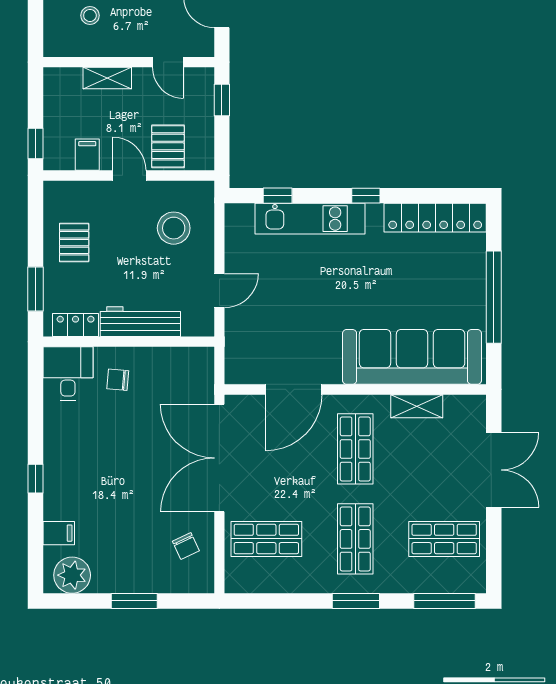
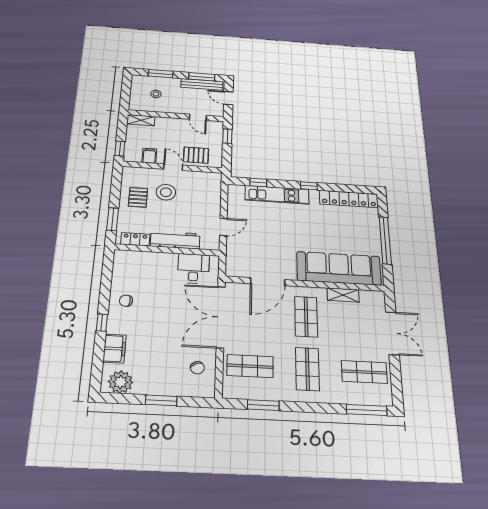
shelving: (107, 78) -> (141, 120), moved
pallet: (168, 146) -> (196, 155), turned 90
stool: (174, 228) -> (166, 192), moved
desk: (68, 374) -> (193, 269), moved
chair: (118, 380) -> (126, 301), moved
filing cabinet: (59, 533) -> (115, 349), width x2.00
window: (356, 601) -> (263, 405), moved

